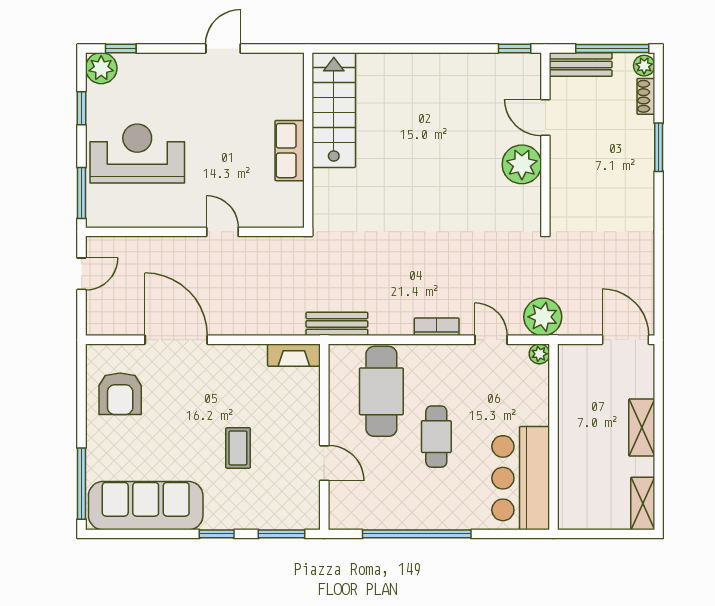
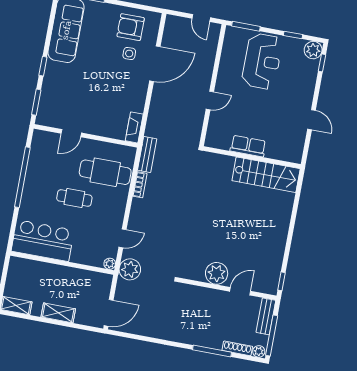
shoe rack: (646, 96) -> (237, 348), width x1.43
window: (659, 147) -> (212, 351), width x1.44
bookcase: (437, 327) -> (140, 185), moved
side table: (167, 388) -> (129, 54), added
coffee table: (238, 448) -> (88, 87), removed

